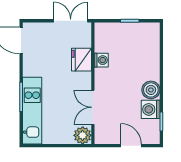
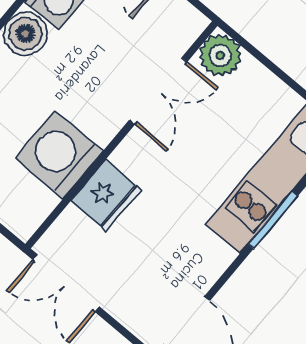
washing machine: (101, 60) -> (59, 155), width x1.89, depth x1.89

